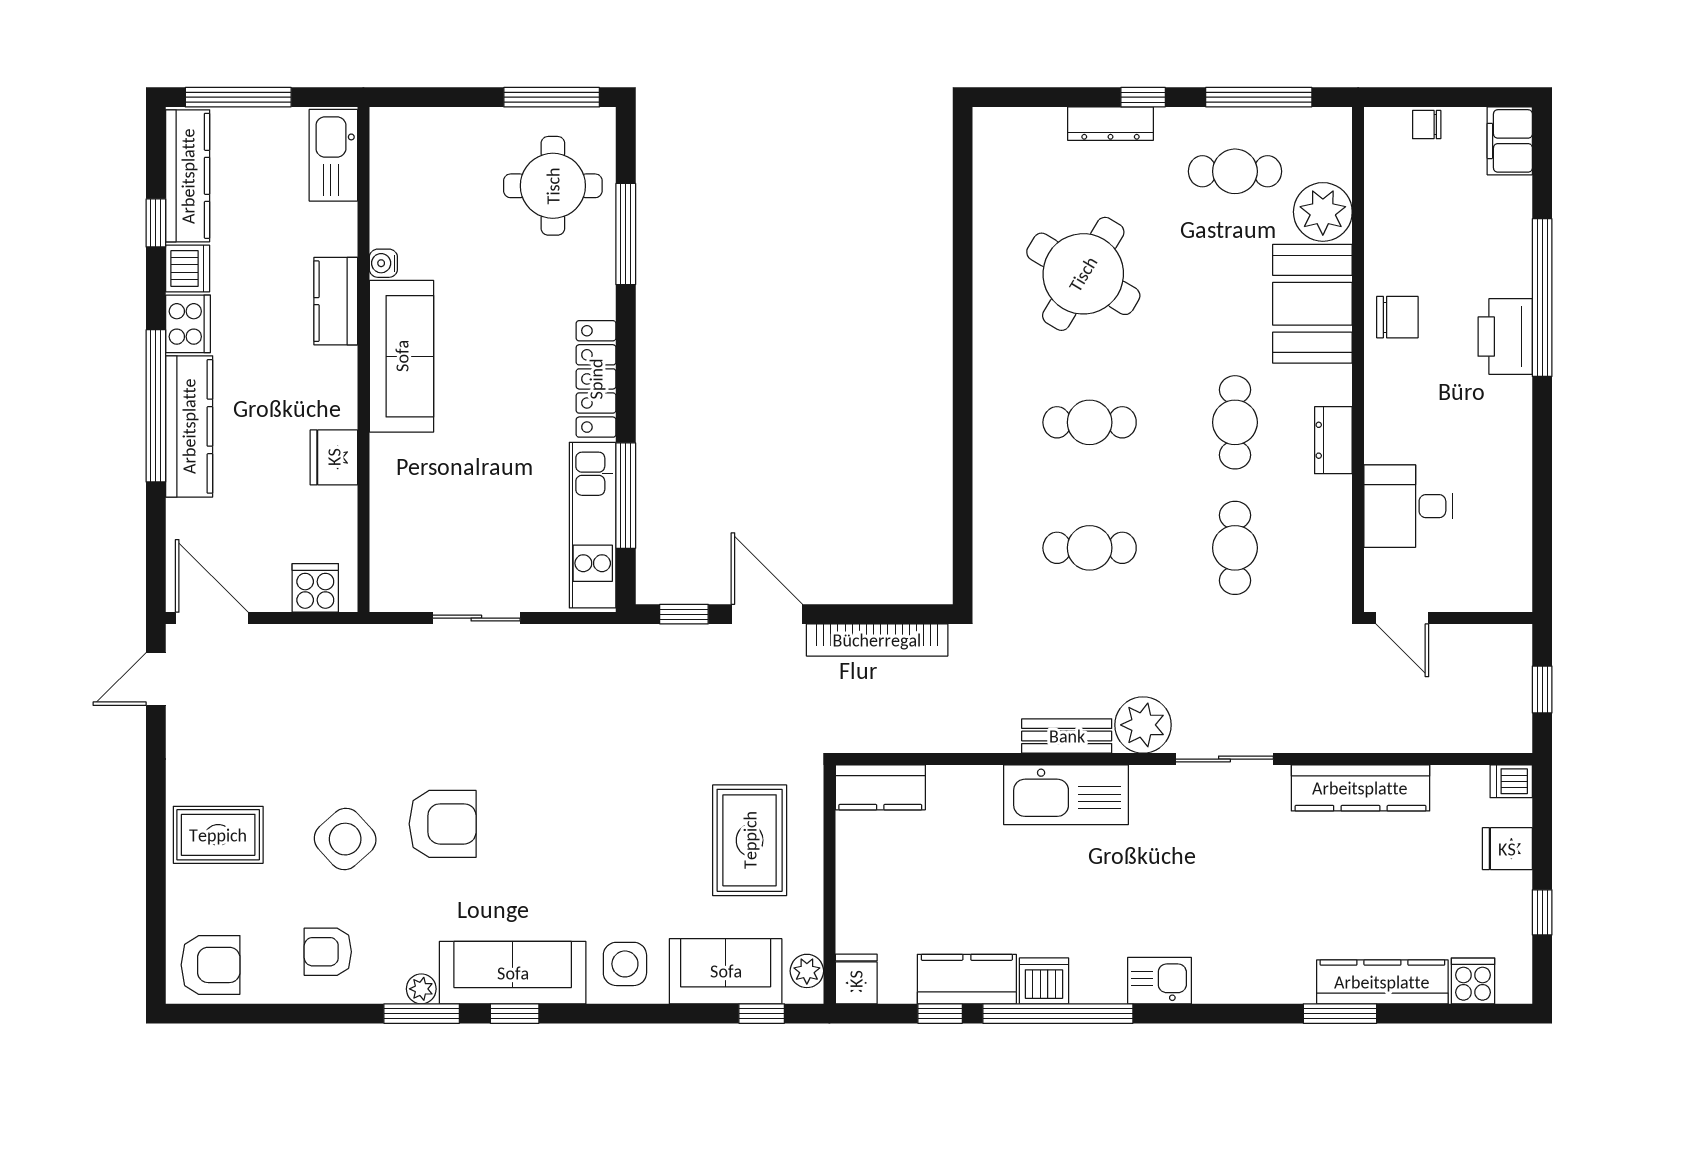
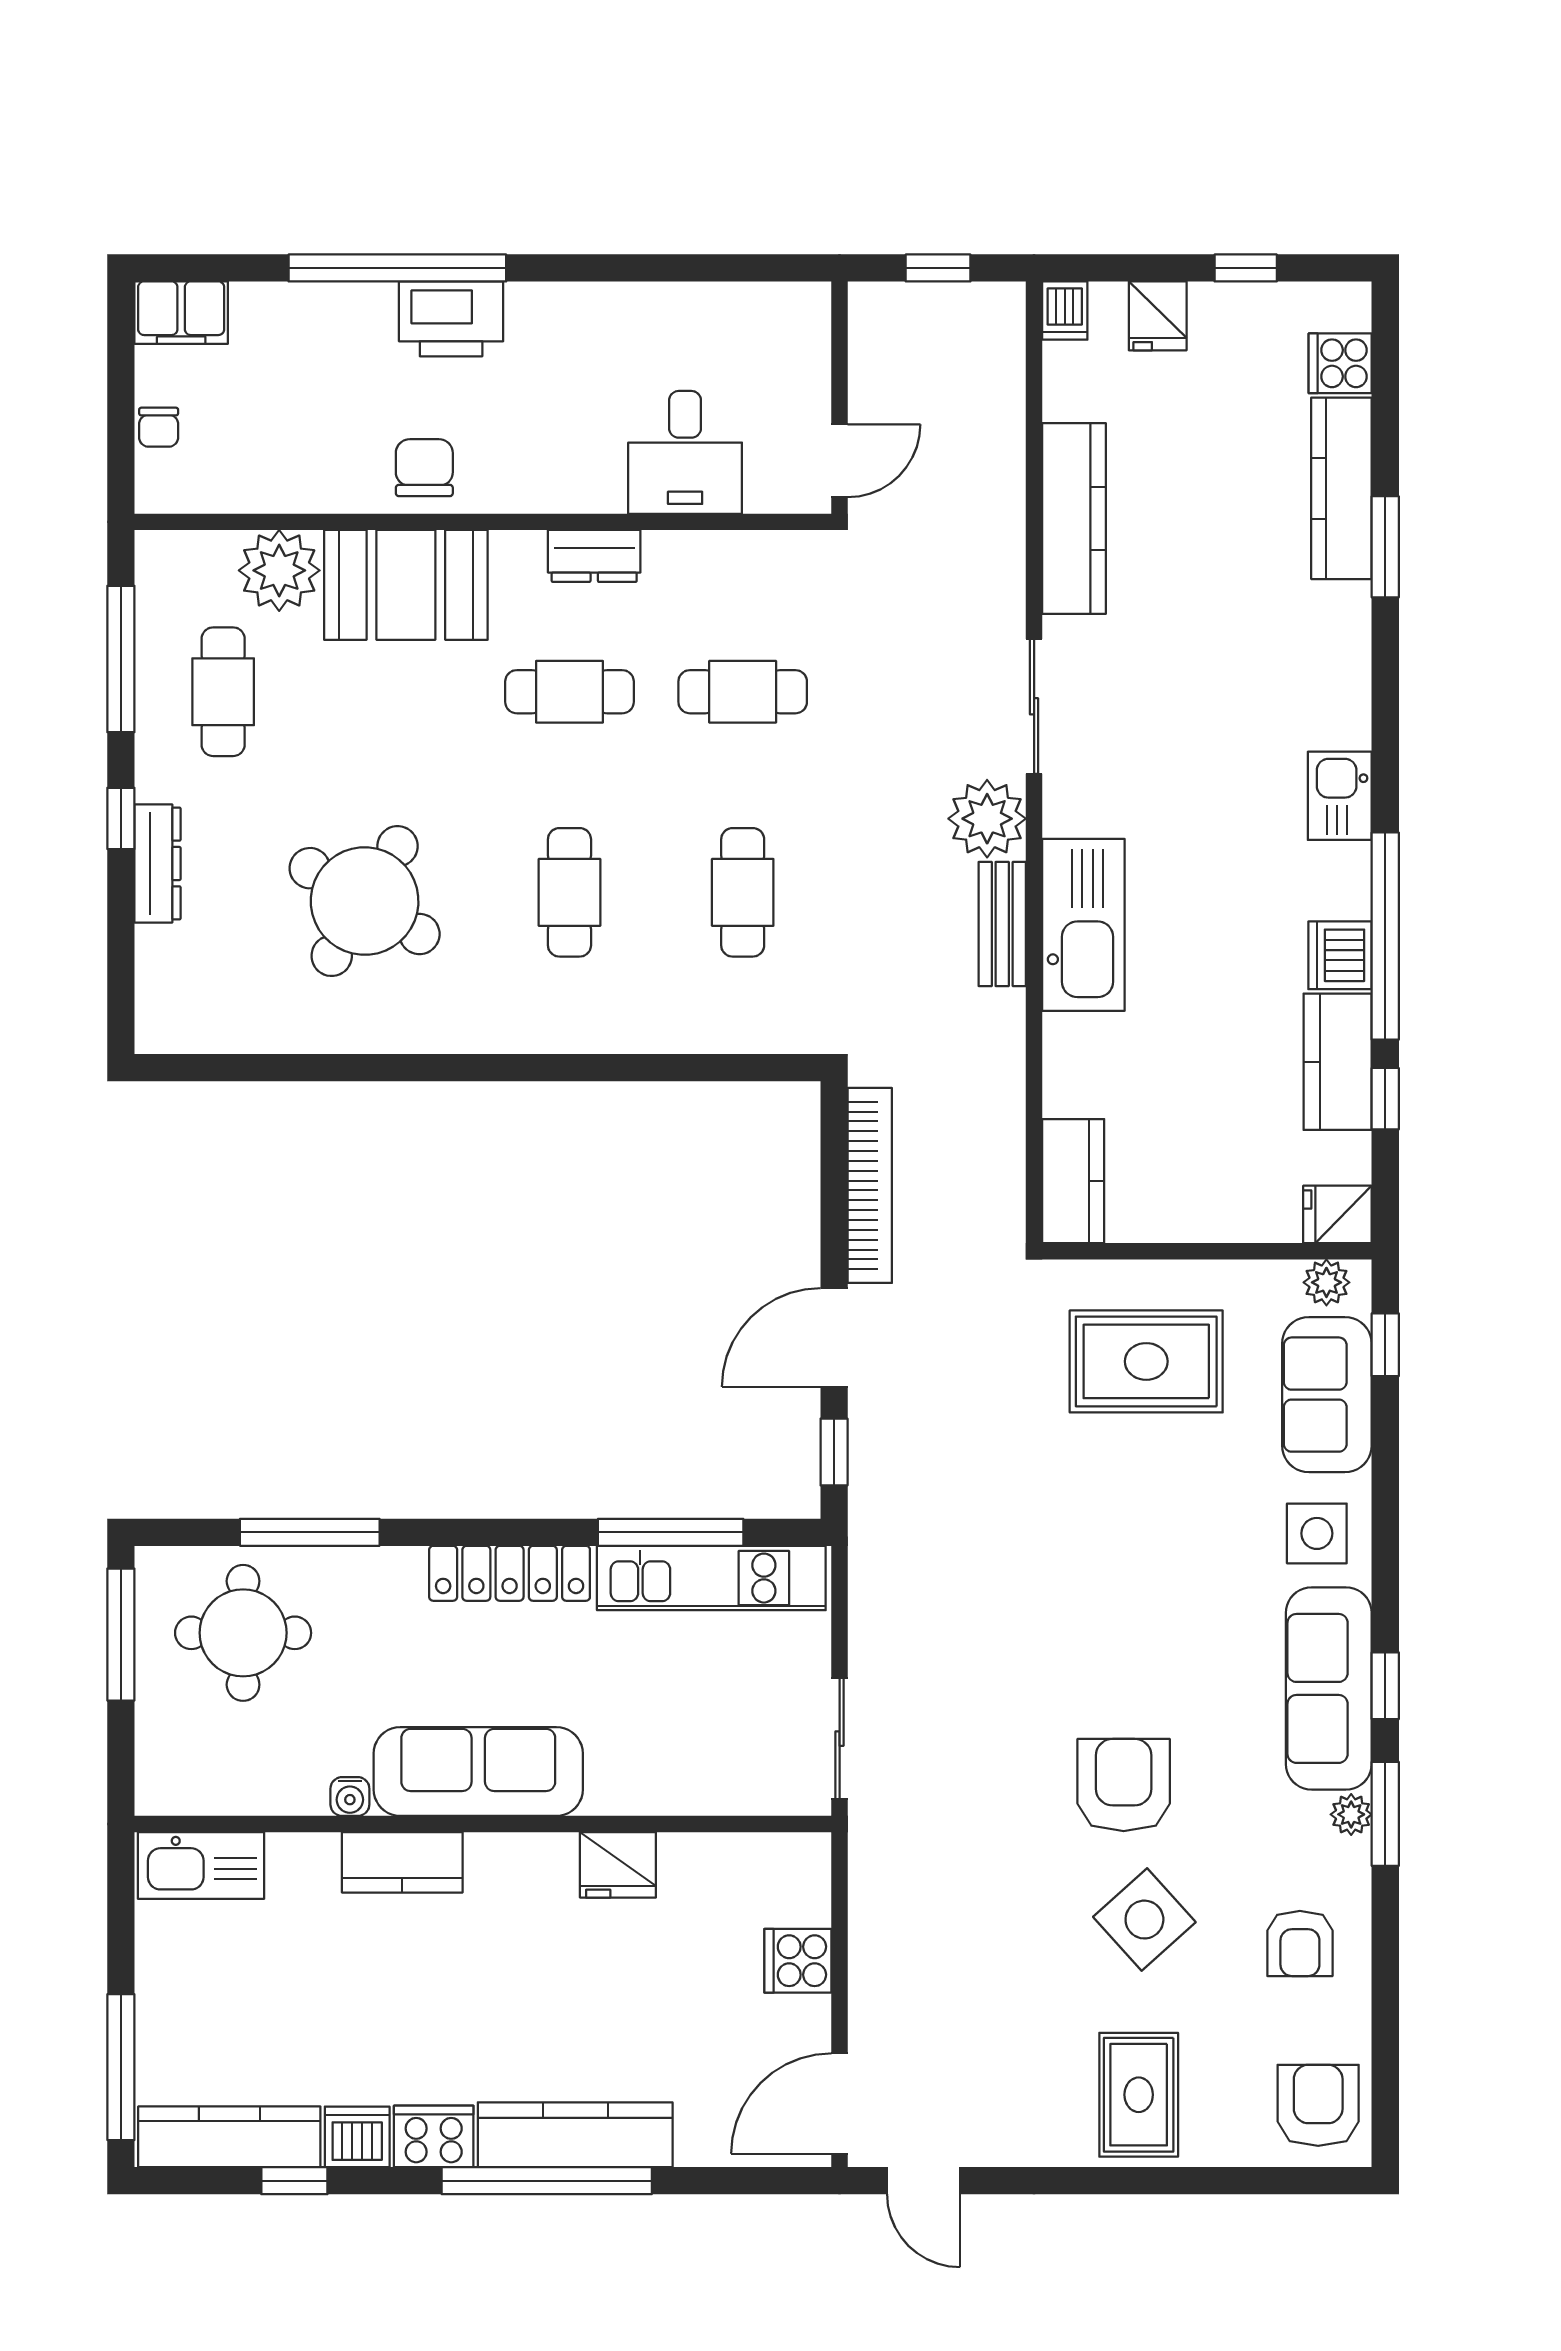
kitchen sink: (333, 155) -> (201, 1865), moved
water cooler: (383, 263) -> (350, 1797), moved
kitchen counter: (336, 301) -> (402, 1862), moved
sofa: (402, 356) -> (478, 1771), moved
wall: (363, 360) -> (483, 1824), moved
fridge: (334, 457) -> (618, 1865), moved

